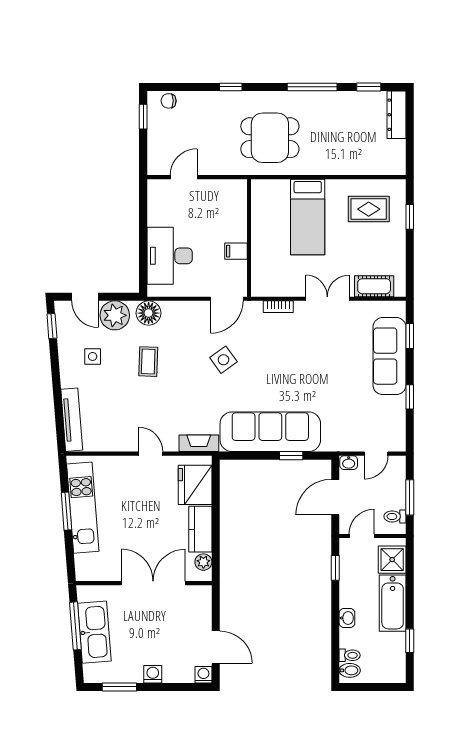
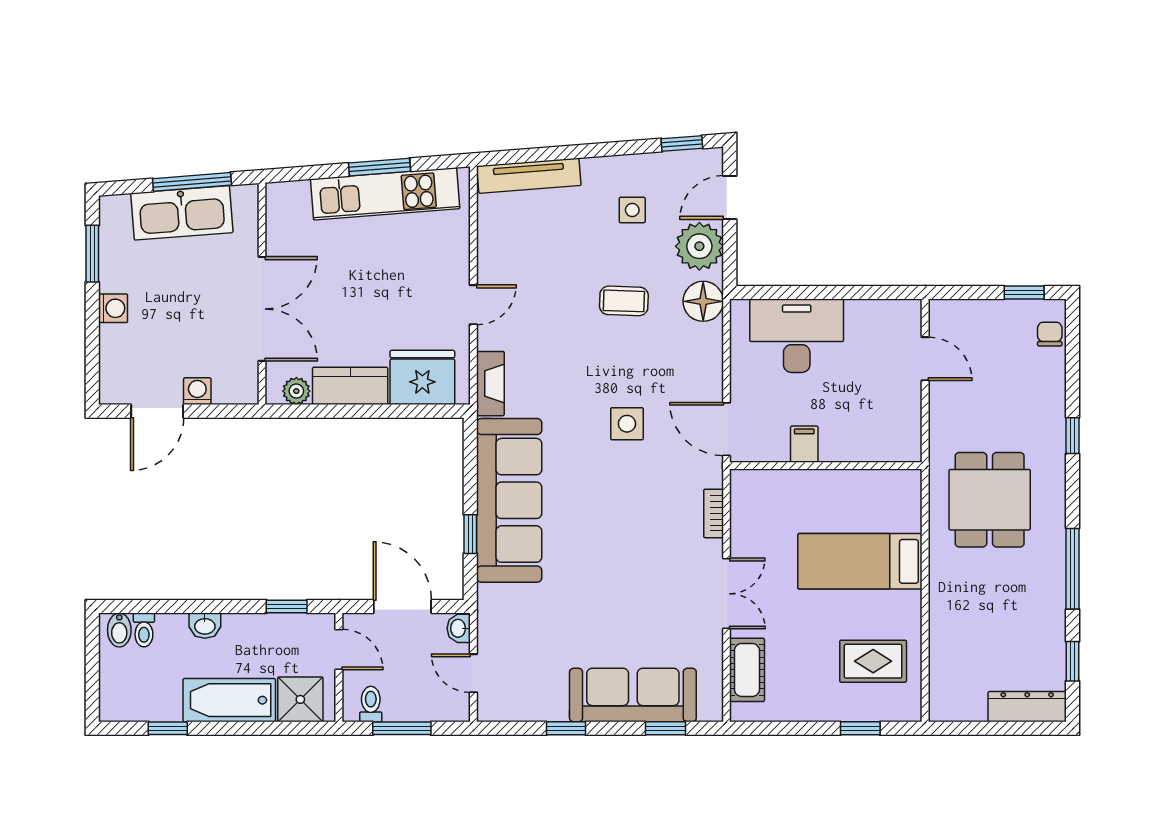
rug: (369, 209) -> (873, 661), turned 90
side table: (223, 360) -> (627, 424), turned 36
washing machine: (203, 675) -> (197, 391), moved, turned -90

